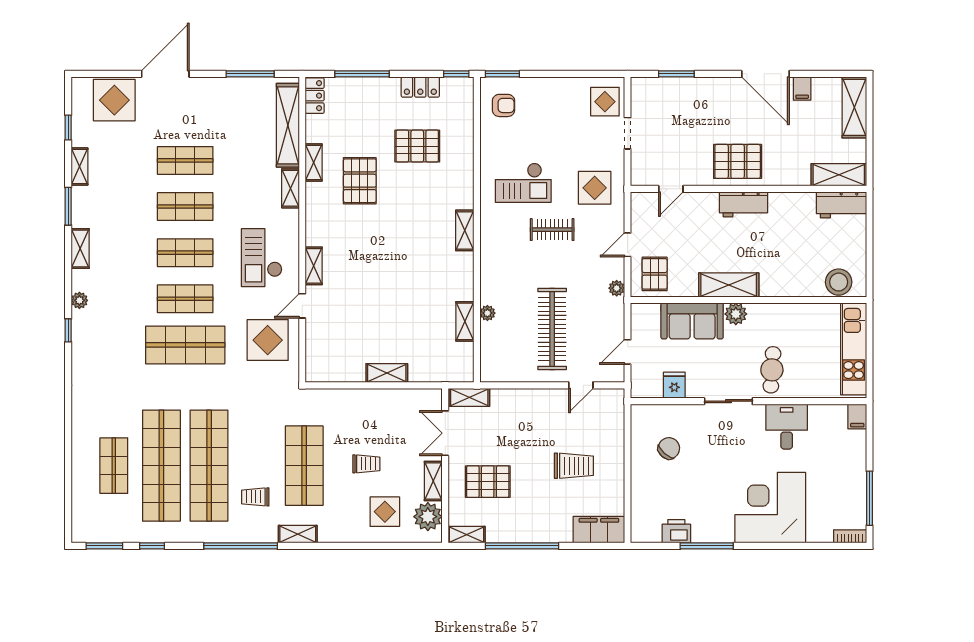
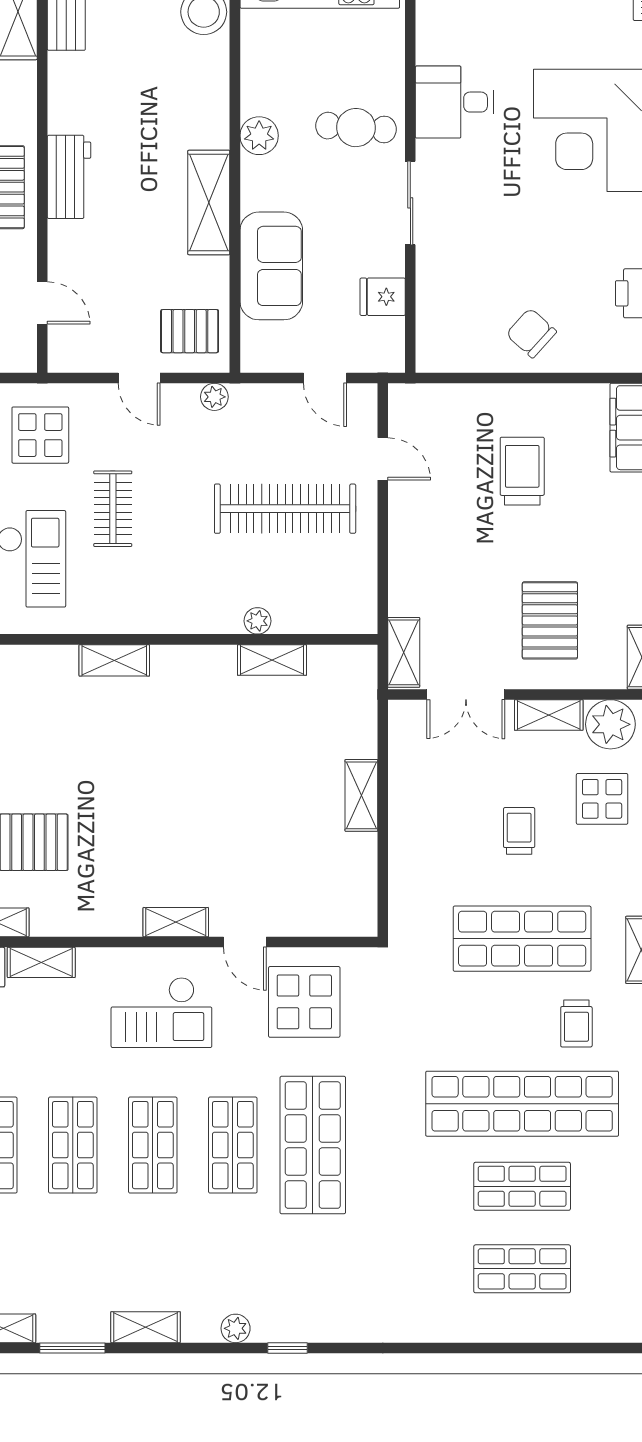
plant: (736, 314) -> (259, 136), moved
chair: (669, 448) -> (531, 333), moved
shop shelf: (161, 466) -> (522, 1186), width x0.50, depth x0.74

